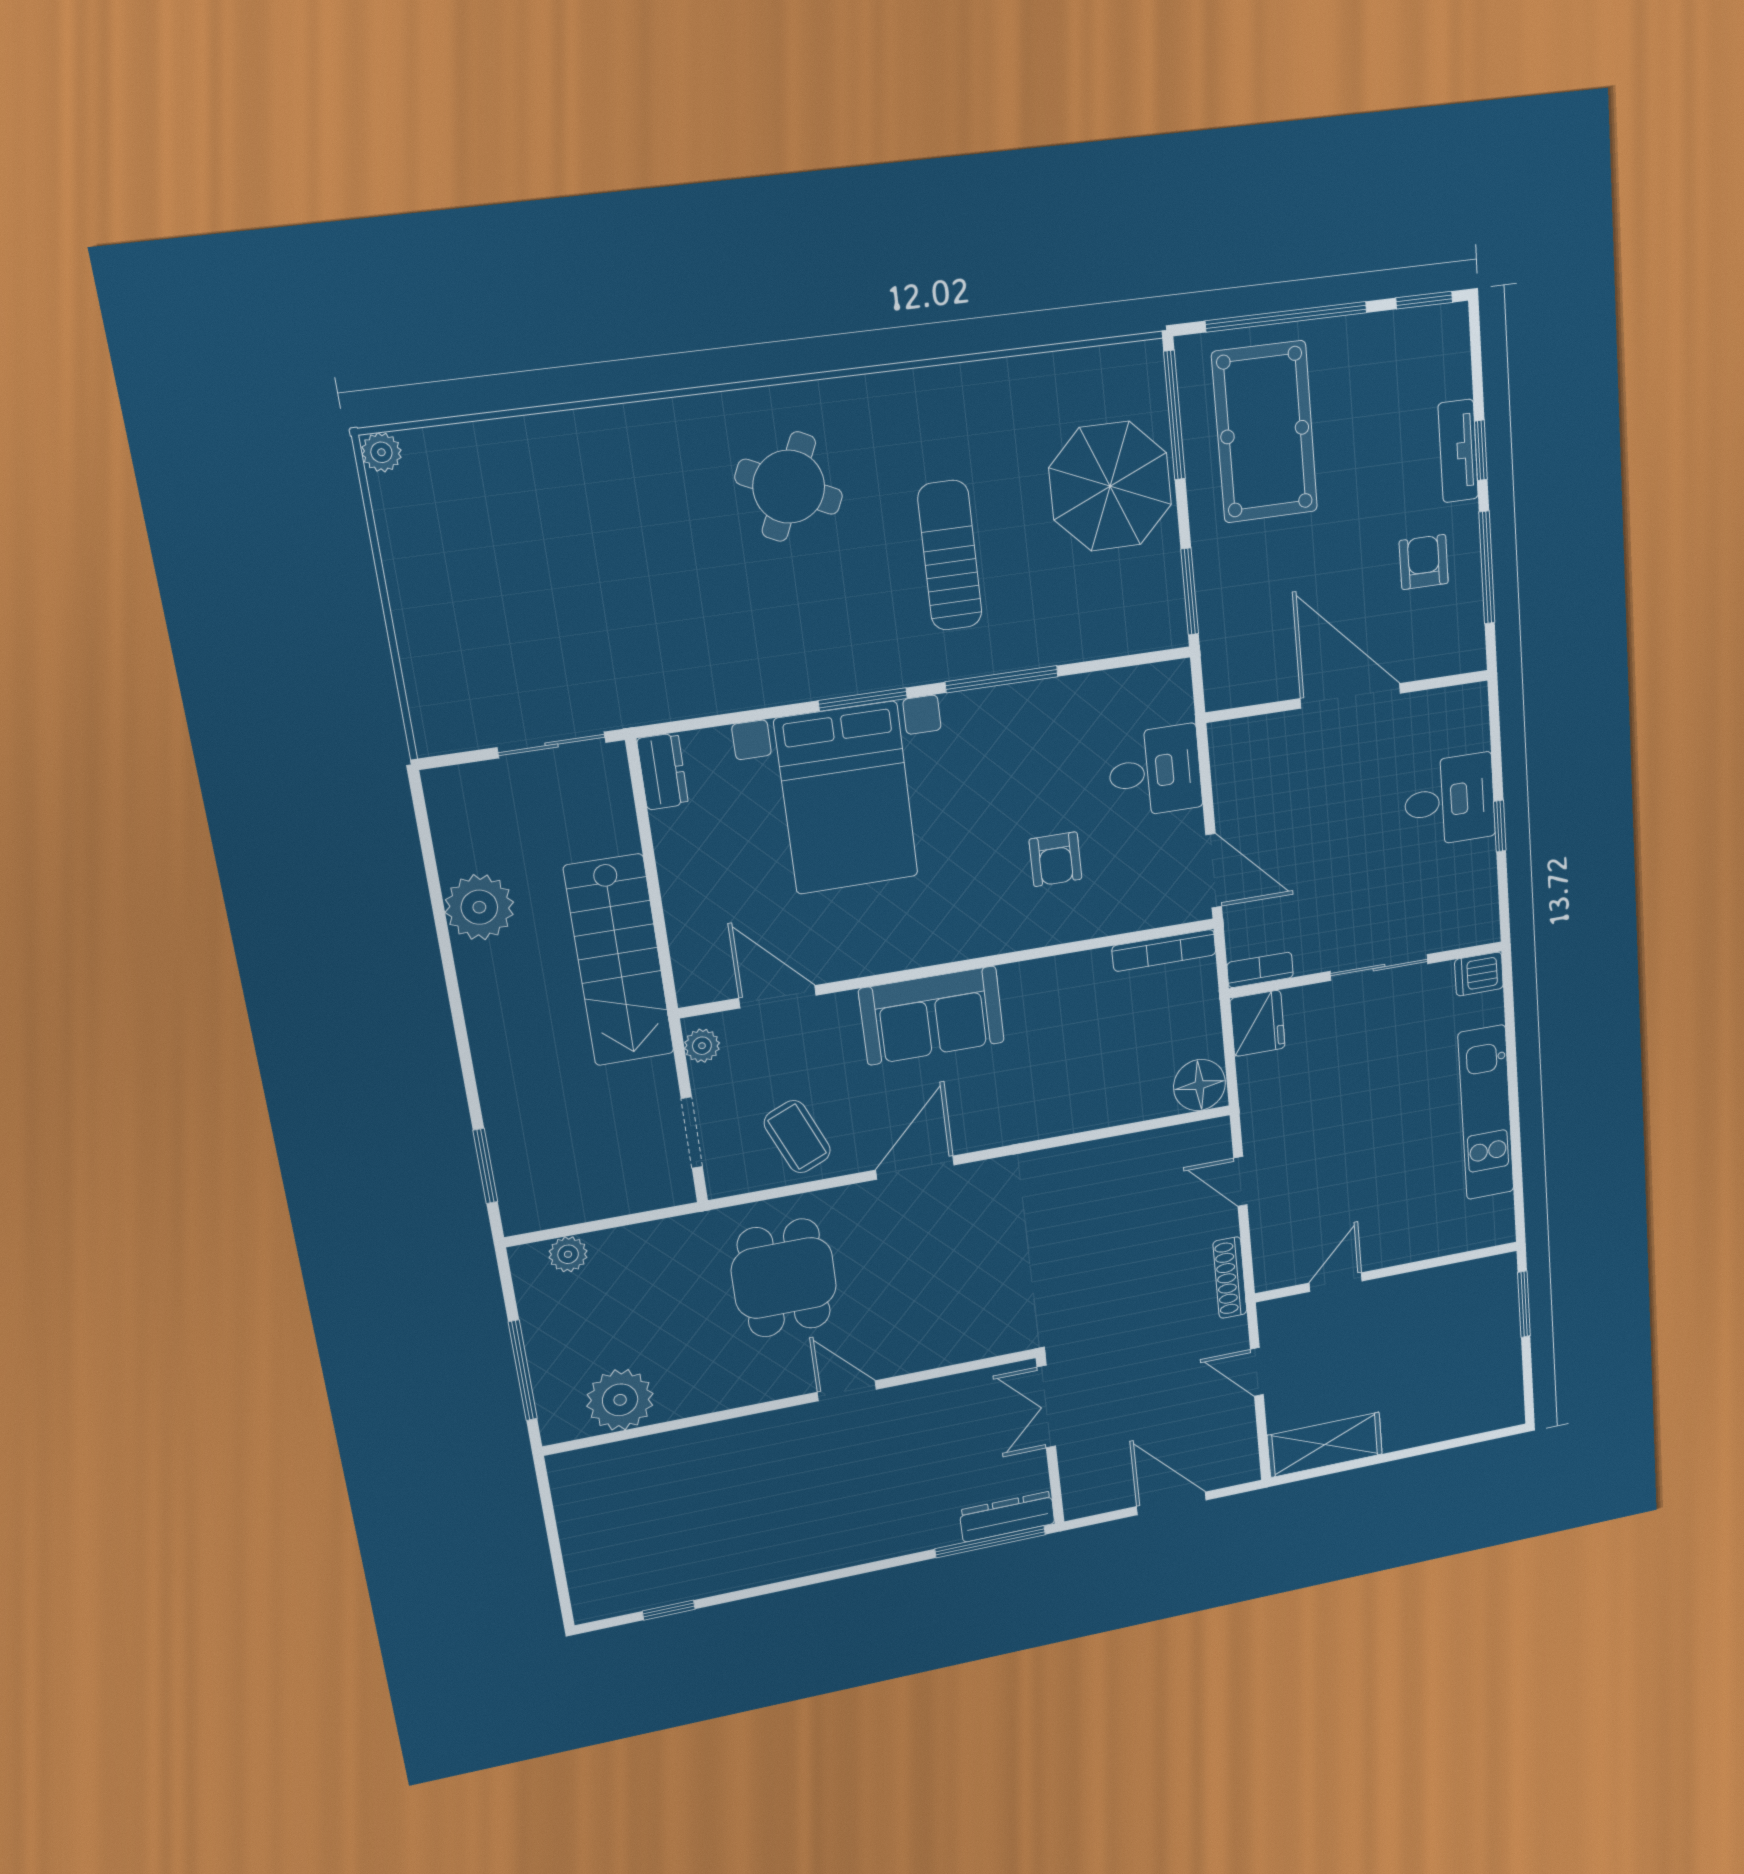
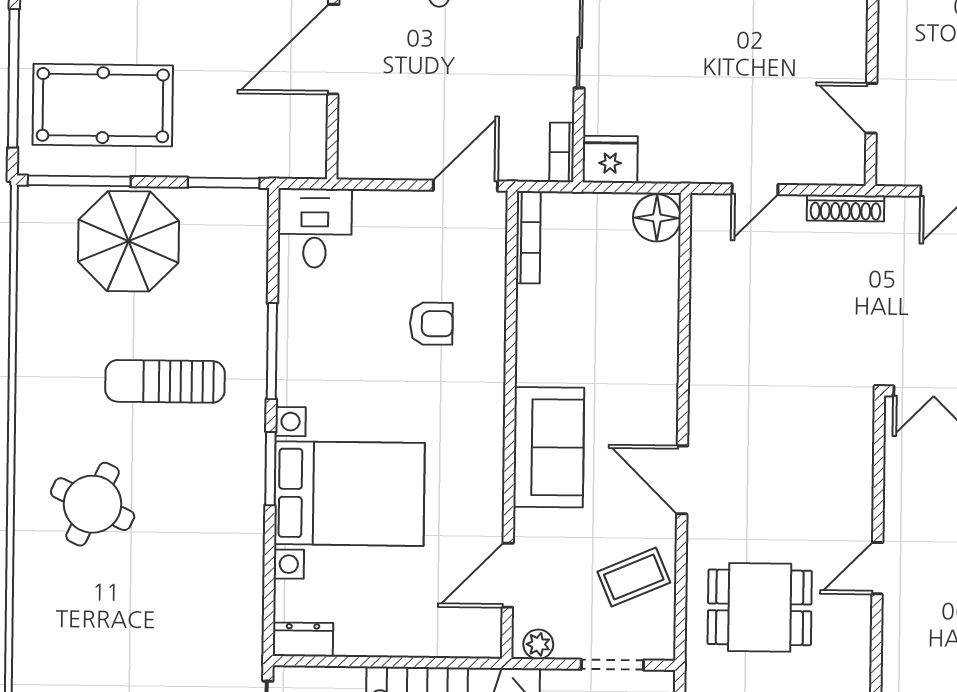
desk: (1155, 771) -> (315, 228), moved

